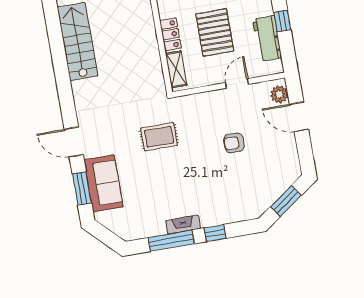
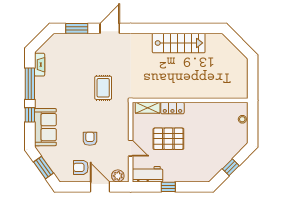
workbench: (267, 38) -> (148, 174), moved
door: (299, 117) -> (100, 187), hinge flipped
armchair: (277, 149) -> (81, 167), added
sofa: (104, 183) -> (45, 127), moved, turned -90
fireplace: (183, 225) -> (40, 65), moved

